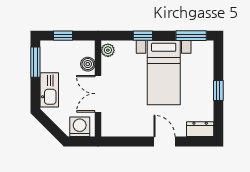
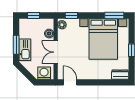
window: (143, 36) -> (71, 16), moved
window: (35, 62) -> (16, 45), moved
bed with nightstands: (164, 73) -> (103, 39), width x1.36
door: (164, 142) -> (70, 82), moved

